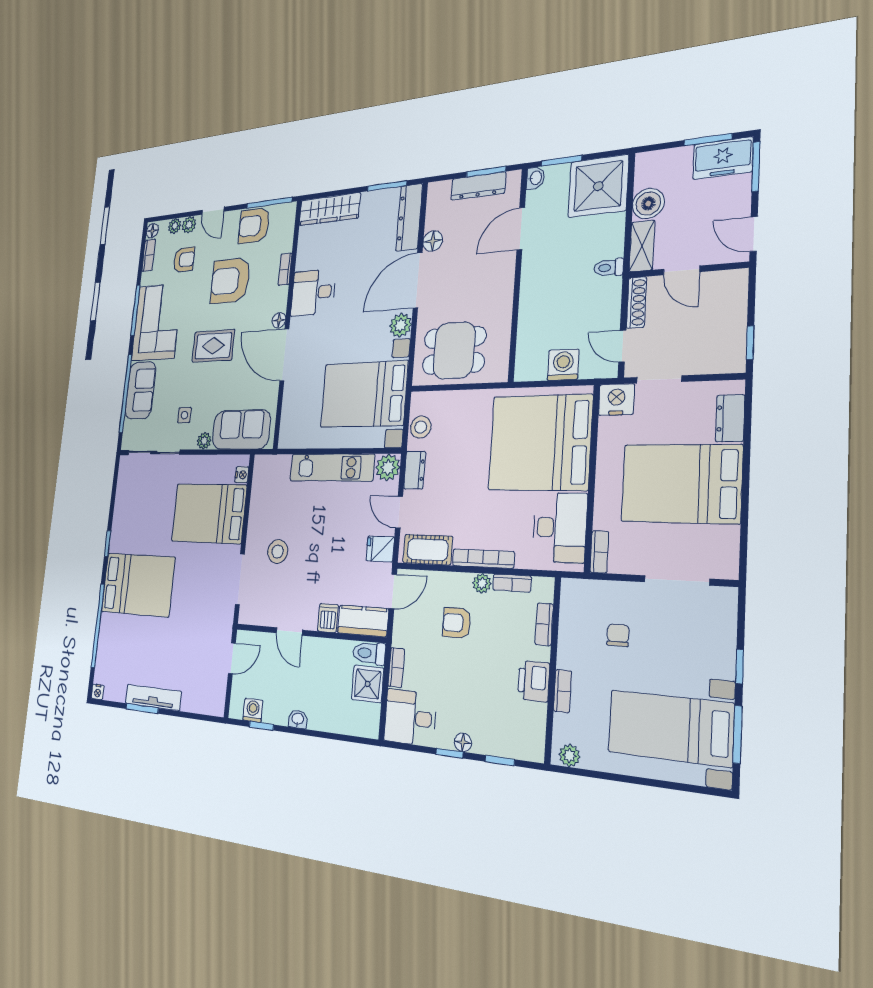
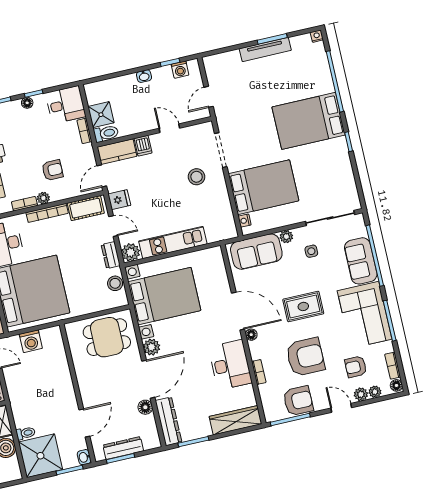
toilet: (609, 268) -> (26, 433), moved
desk: (313, 292) -> (230, 365), width x1.37

